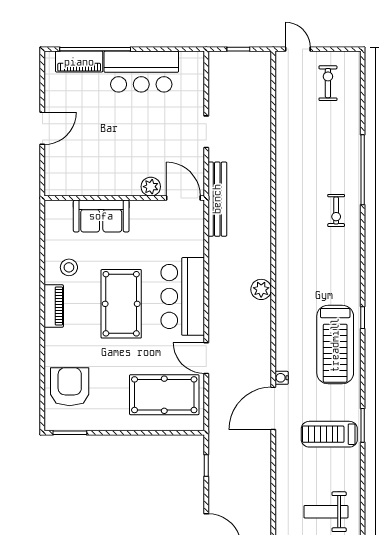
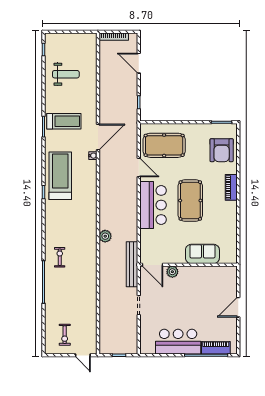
stool: (69, 267) -> (222, 223), removed
plant: (261, 289) -> (105, 236), moved
piano: (54, 306) -> (231, 187), moved

